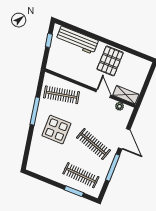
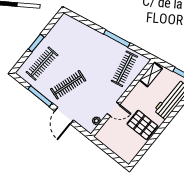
shelving: (126, 95) -> (151, 74), moved
display table: (56, 130) -> (93, 54), removed
door: (124, 139) -> (64, 116), hinge flipped
window: (74, 191) -> (36, 43), moved

